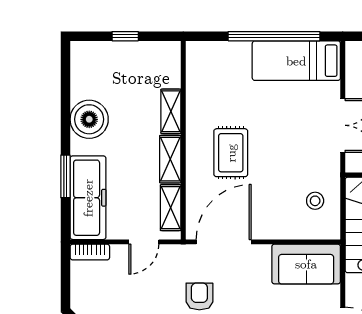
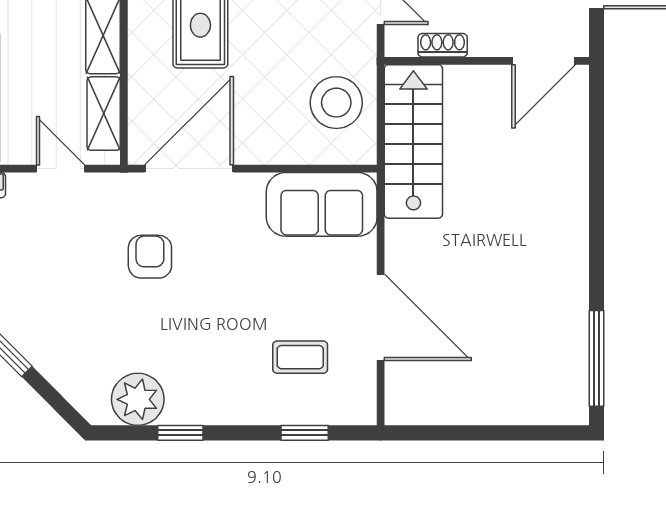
stool: (315, 201) -> (336, 103), width x1.89, depth x1.89
door: (144, 242) -> (60, 169), swing flipped

